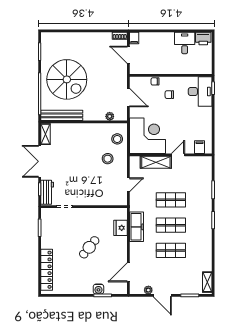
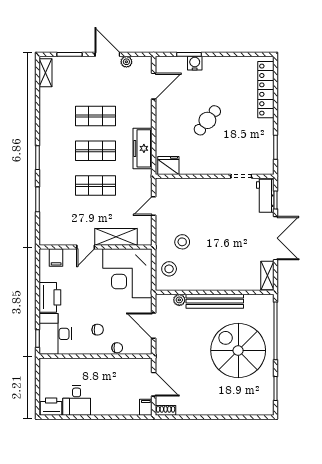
bench: (62, 115) -> (215, 301), moved
printer: (204, 118) -> (50, 297), added
fridge: (121, 228) -> (168, 165), moved, turned -90

